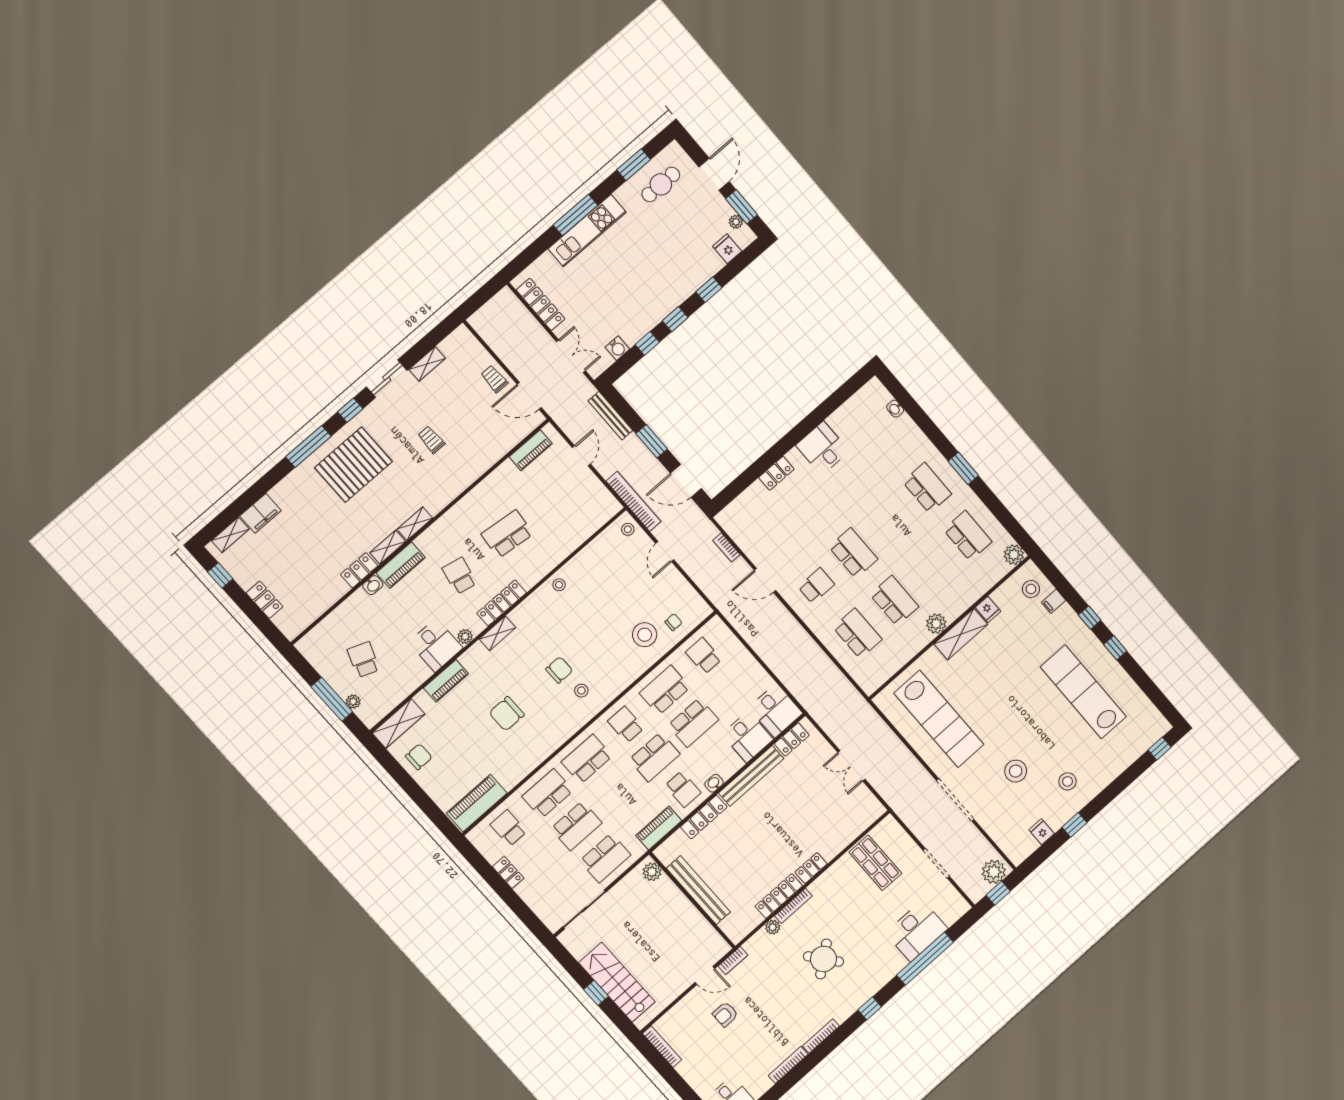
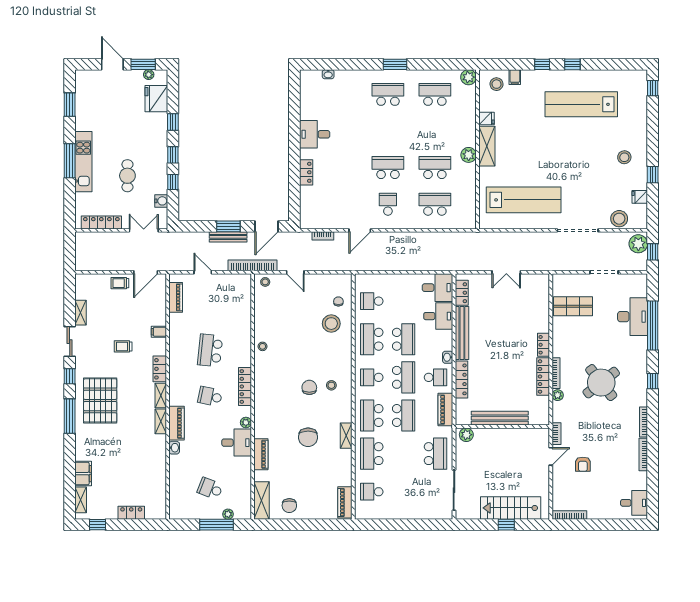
cafe table: (661, 184) -> (127, 176), moved
fridge: (727, 249) -> (156, 99), width x1.88, depth x1.34
bench: (610, 416) -> (228, 237), moved
filing cabinet: (480, 464) -> (159, 332), added
locker: (359, 570) -> (160, 369), moved
shelving: (498, 633) -> (346, 436), moved
chair: (419, 757) -> (289, 506), turned 180
stool: (1016, 771) -> (619, 219), moved
piano: (477, 803) -> (345, 502), width x0.73, depth x0.75
school desk: (576, 826) -> (404, 415), moved
locker: (508, 872) -> (396, 513), removed
round table: (823, 959) -> (601, 383), width x1.36, depth x1.36

